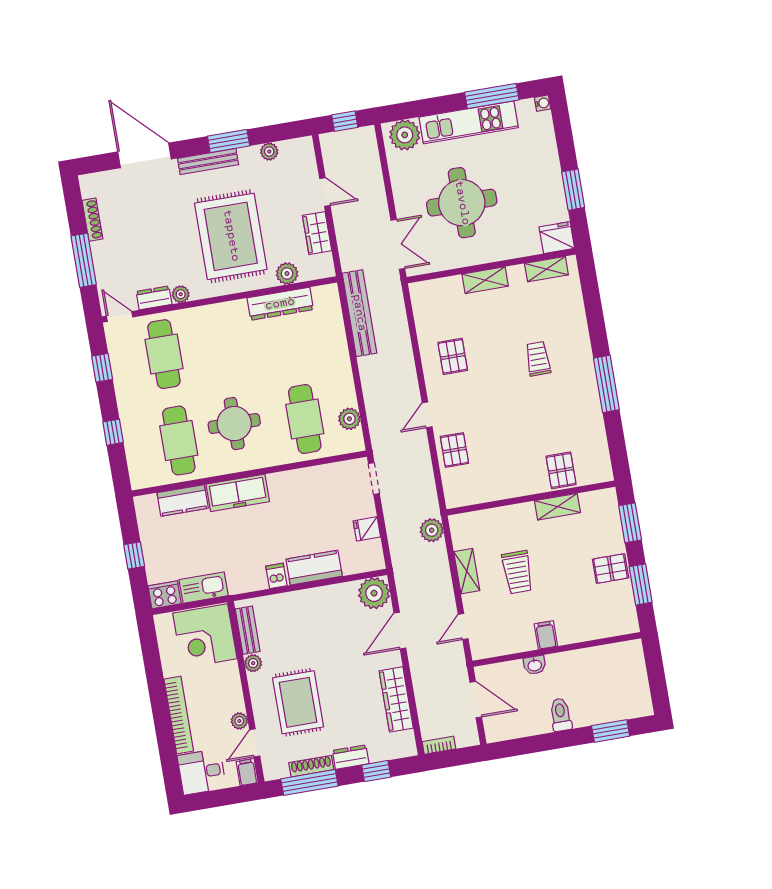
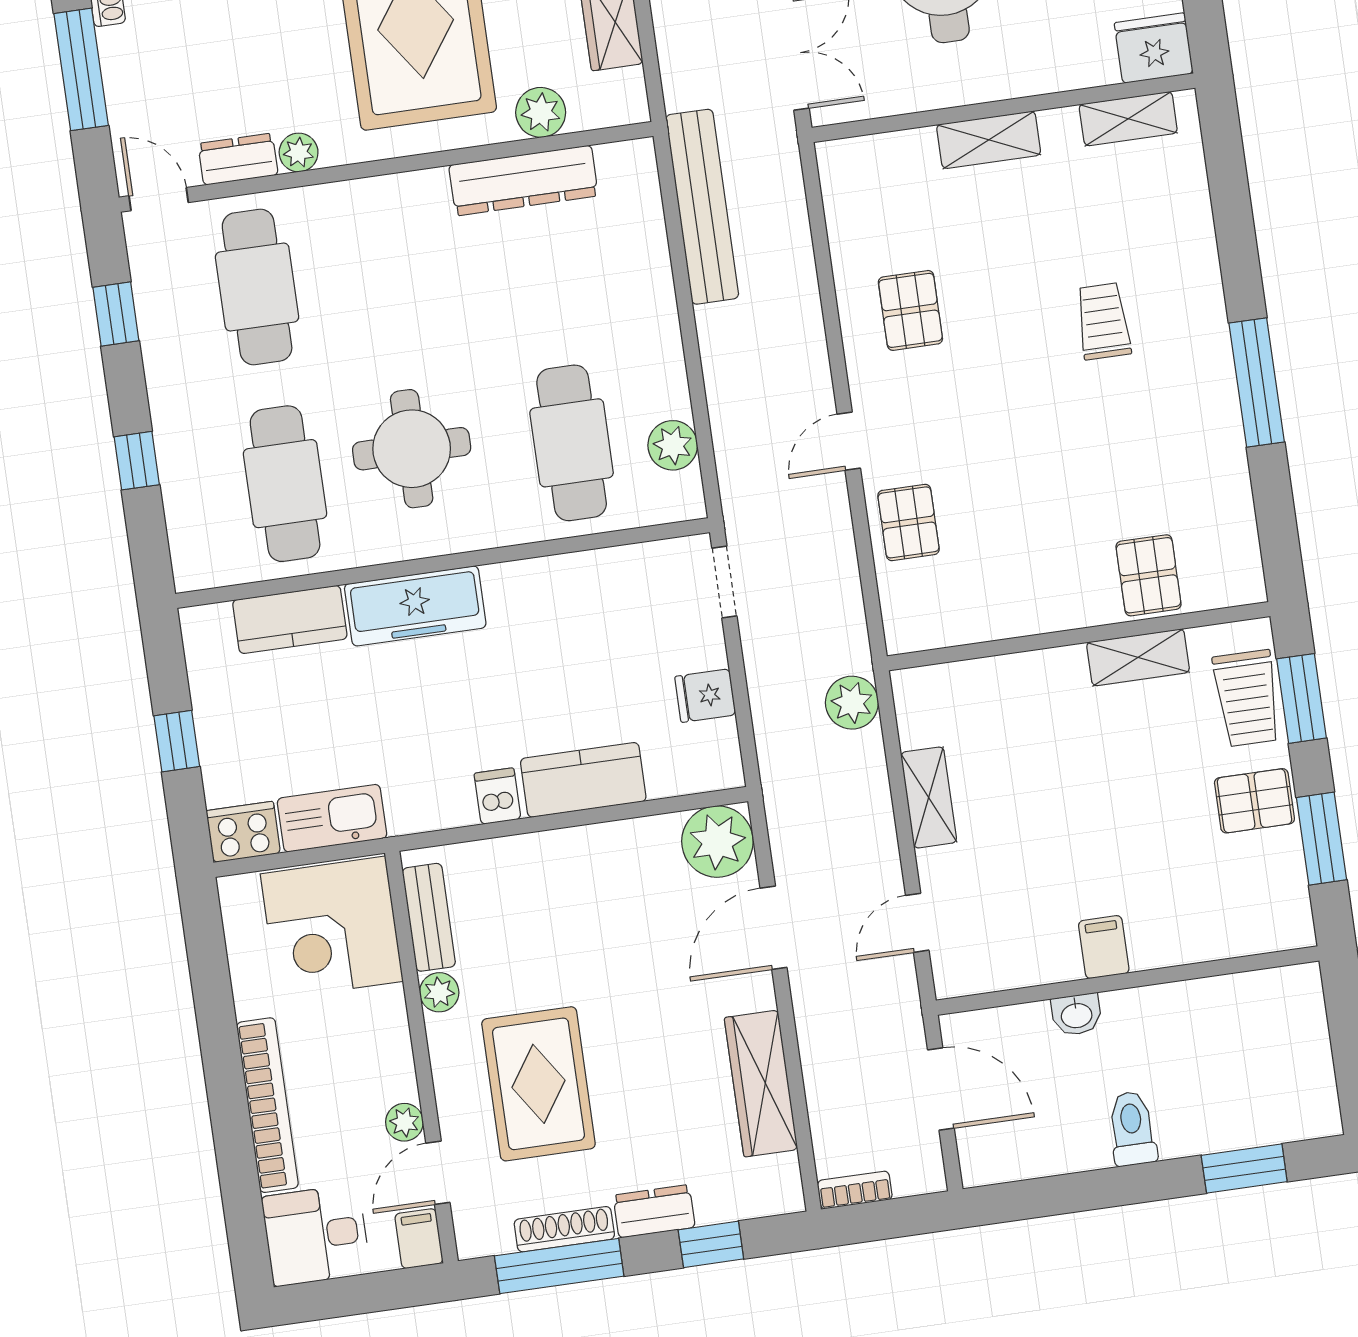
trolley: (517, 572) -> (1247, 698), moved

